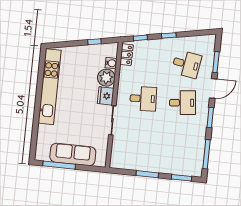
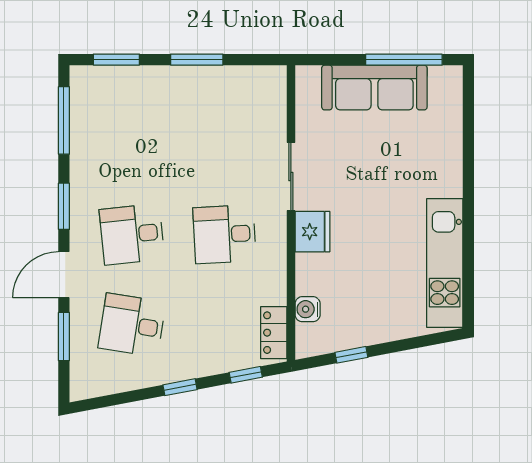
plant: (106, 78) -> (315, 274), removed
kitchen unit: (50, 87) -> (445, 263), width x0.73

